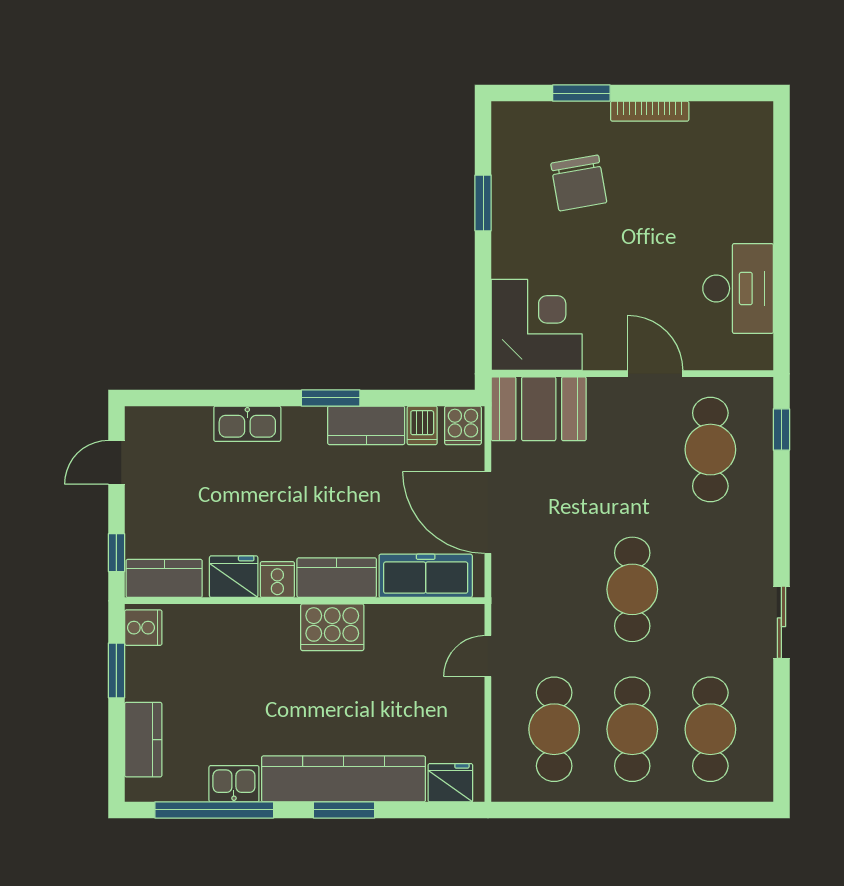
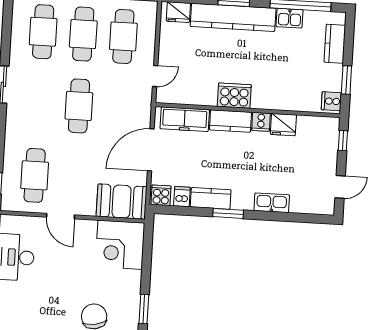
door: (488, 512) -> (151, 150), swing flipped
kitchen counter: (164, 578) -> (319, 126), removed

